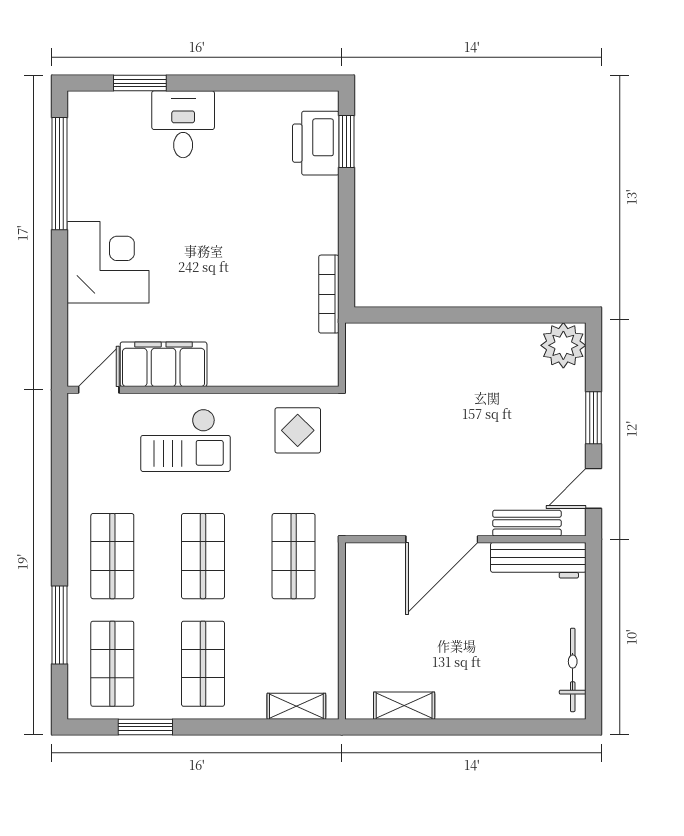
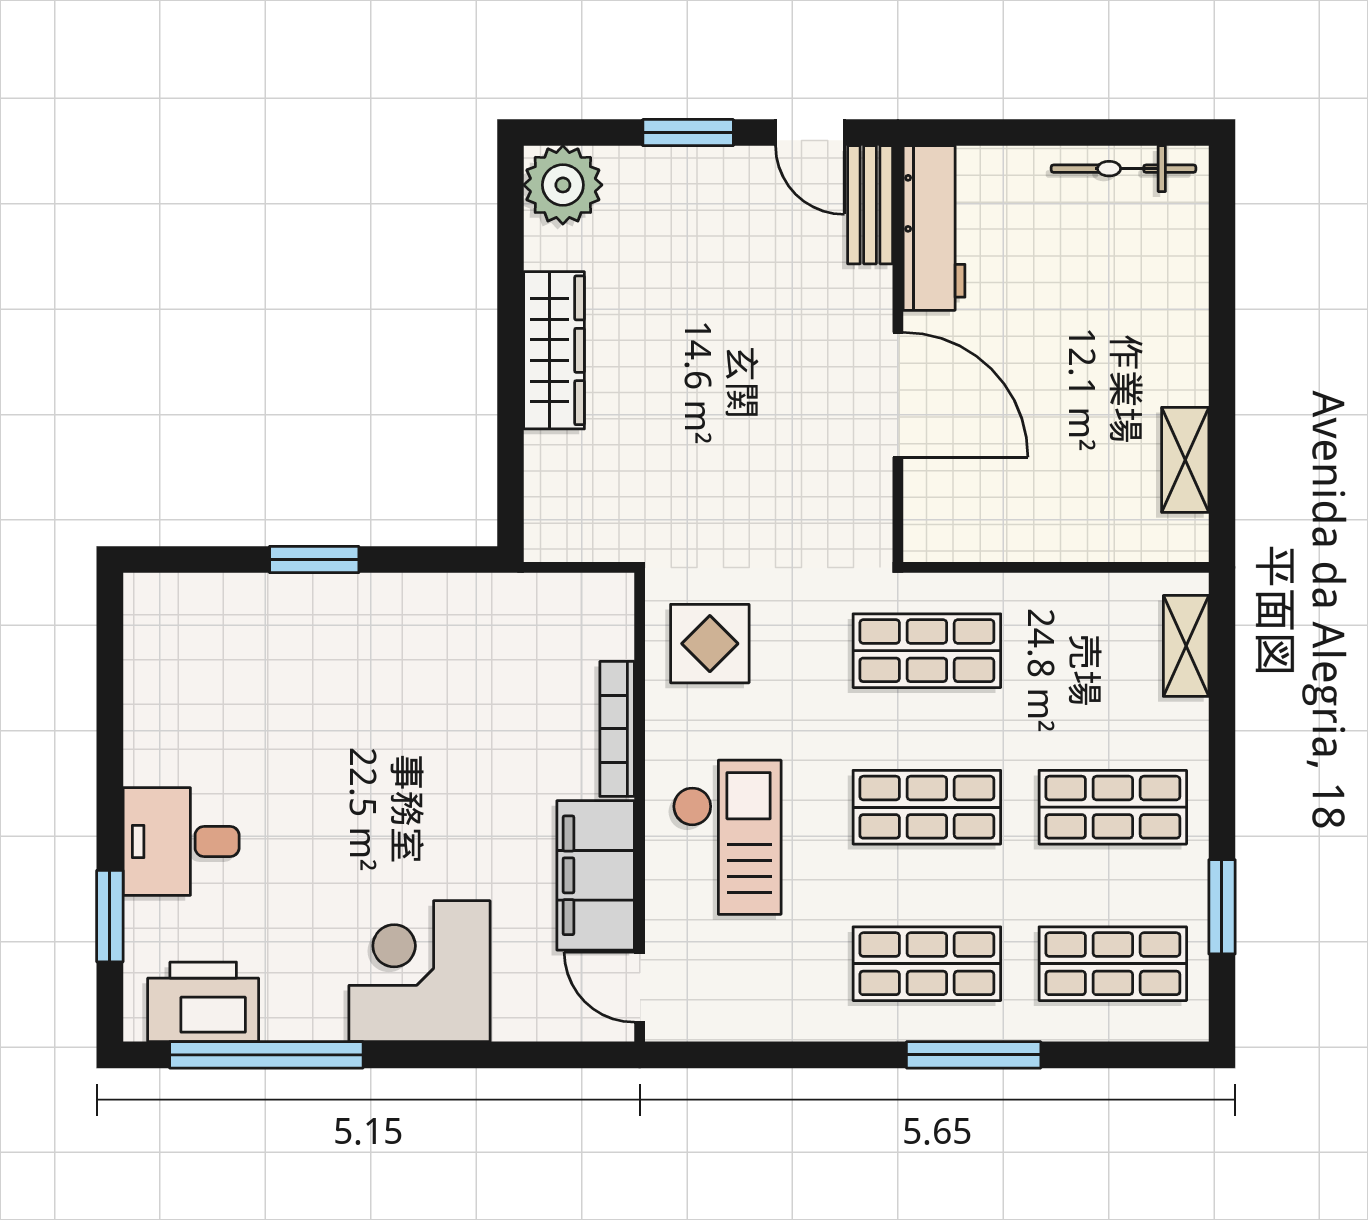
window: (346, 141) -> (314, 559), moved
printer: (316, 143) -> (203, 1002), moved, turned 180
bookcase: (329, 294) -> (617, 729), moved, turned 90
wardrobe: (468, 340) -> (554, 350), added
bench: (527, 523) -> (870, 205), moved
window: (60, 625) -> (974, 1055), moved

